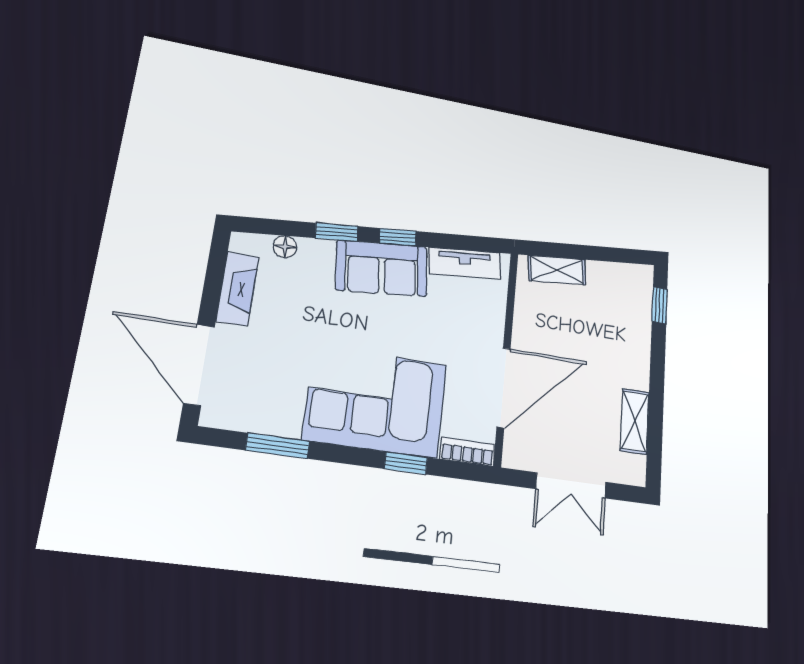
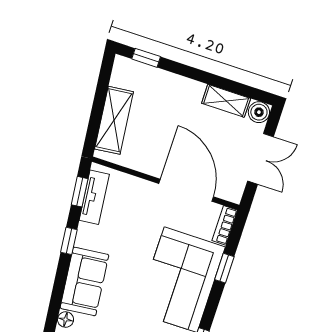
window: (337, 232) -> (80, 192), moved
sofa: (382, 268) -> (84, 281), moved
shelving: (557, 270) -> (114, 120), width x1.50, depth x1.33
boiler: (632, 470) -> (259, 112), added

